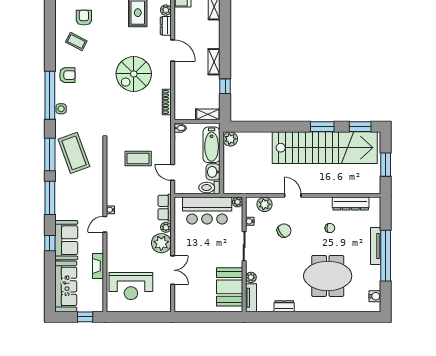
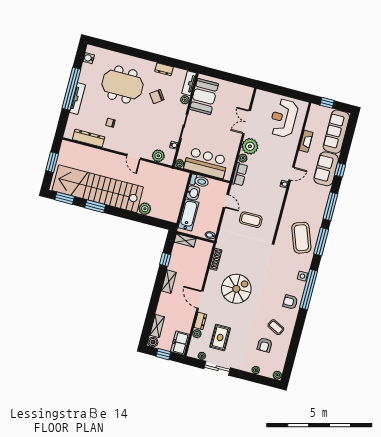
plant: (230, 139) -> (145, 209), moved
chair: (284, 231) -> (157, 97), moved
reception desk: (131, 286) -> (284, 118), turned -90

